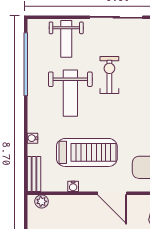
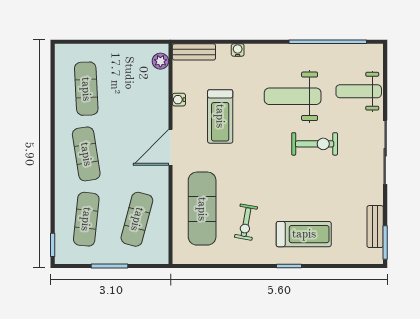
treadmill: (87, 152) -> (220, 116), width x0.73, depth x0.73

